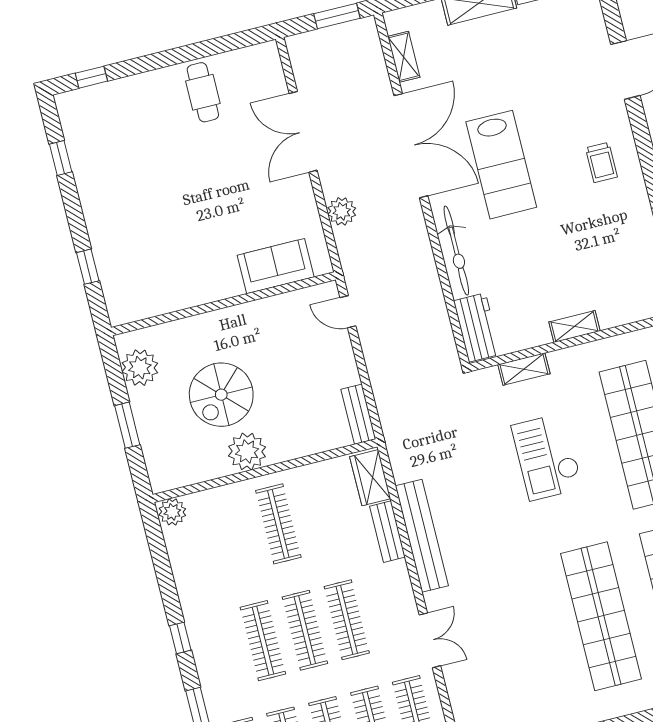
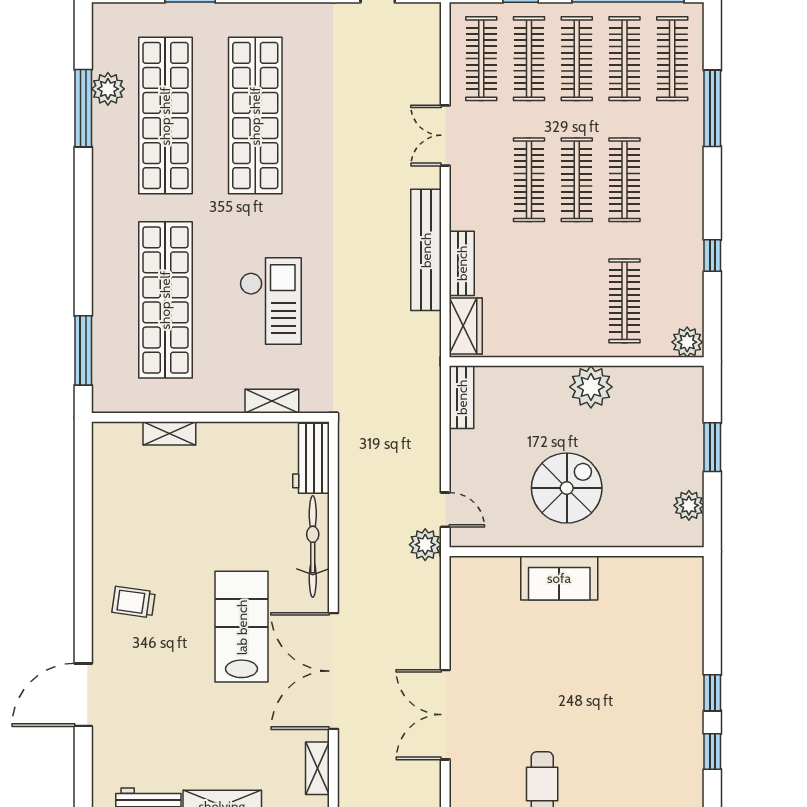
double door: (303, 132) -> (445, 715), swing flipped
trolley: (601, 162) -> (134, 602), turned -82
plant: (342, 211) -> (425, 545), moved
sofa: (276, 266) -> (559, 578), moved
window: (88, 267) -> (712, 693), moved
shelving: (574, 326) -> (169, 433), moved
plant: (140, 368) -> (689, 505), width x0.73, depth x0.73
spiral stairs: (221, 395) -> (567, 488), moved
clothes rail: (278, 524) -> (624, 301), moved
window: (180, 638) -> (712, 256), moved

